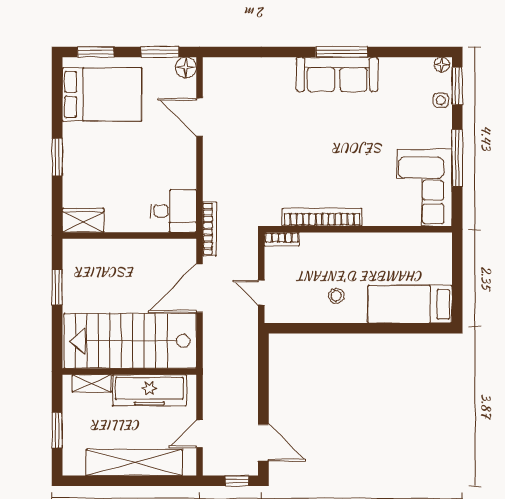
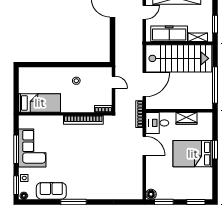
sofa: (337, 74) -> (51, 191), moved, width x0.73
bed: (102, 94) -> (193, 154), moved
door: (199, 117) -> (144, 146), moved
corner sofa: (425, 188) -> (32, 148), moved
wardrobe: (83, 220) -> (187, 118), moved
window: (57, 287) -> (215, 85), width x2.11
bed: (410, 304) -> (40, 103), moved
window: (57, 430) -> (215, 24), moved

